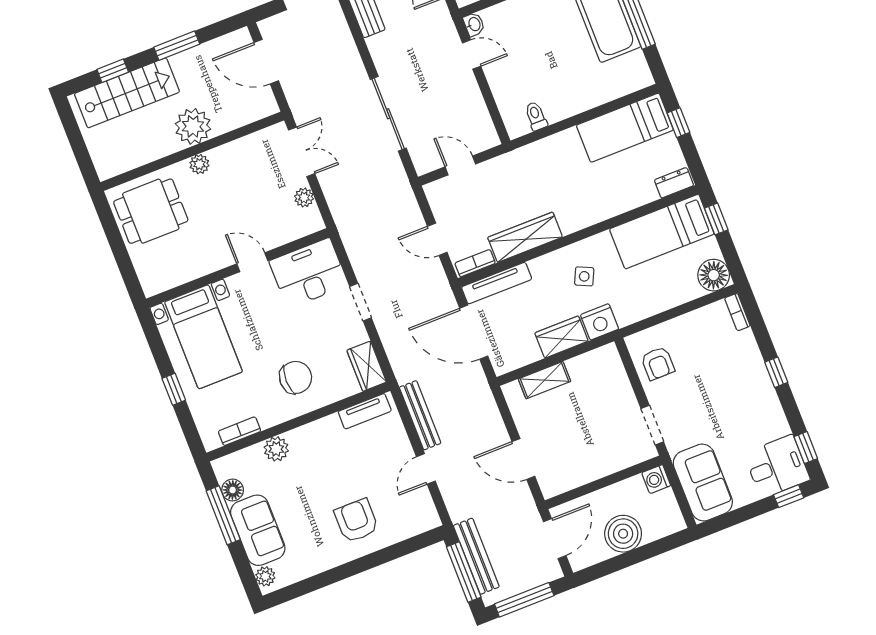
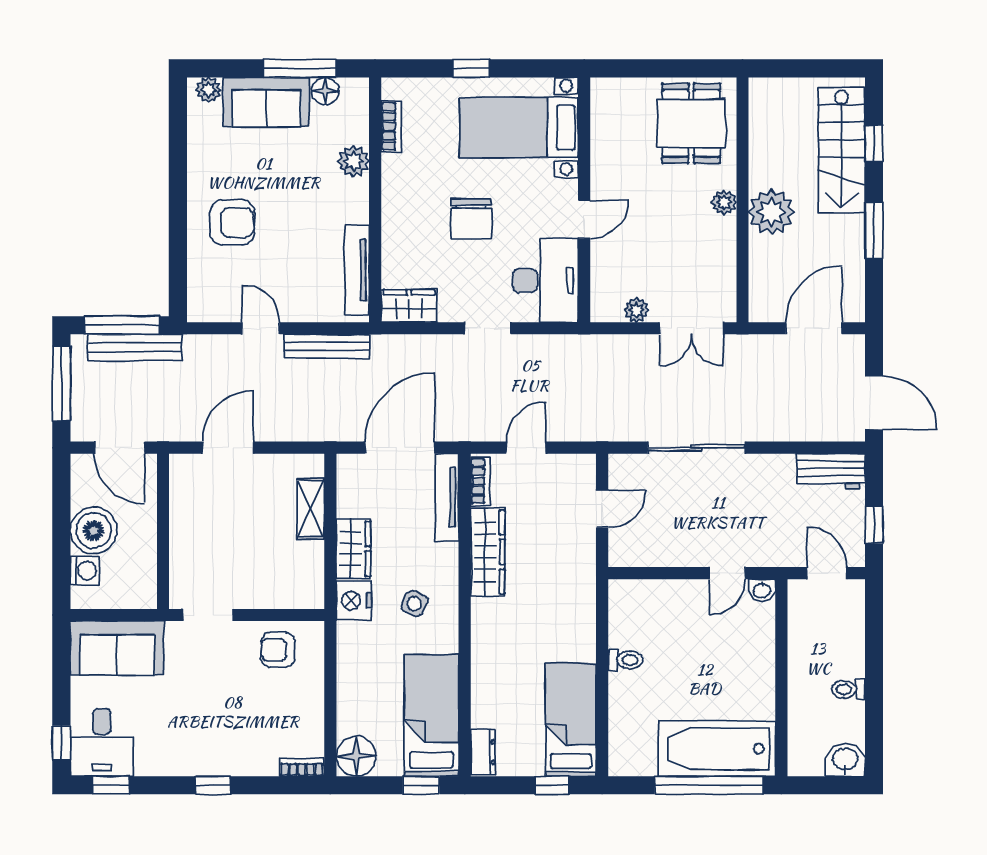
toilet: (536, 116) -> (625, 660), moved
chair: (296, 377) -> (471, 219), moved
tv unit: (365, 411) -> (357, 270), width x1.41
washing machine: (656, 479) -> (85, 571), moved, turned 90

